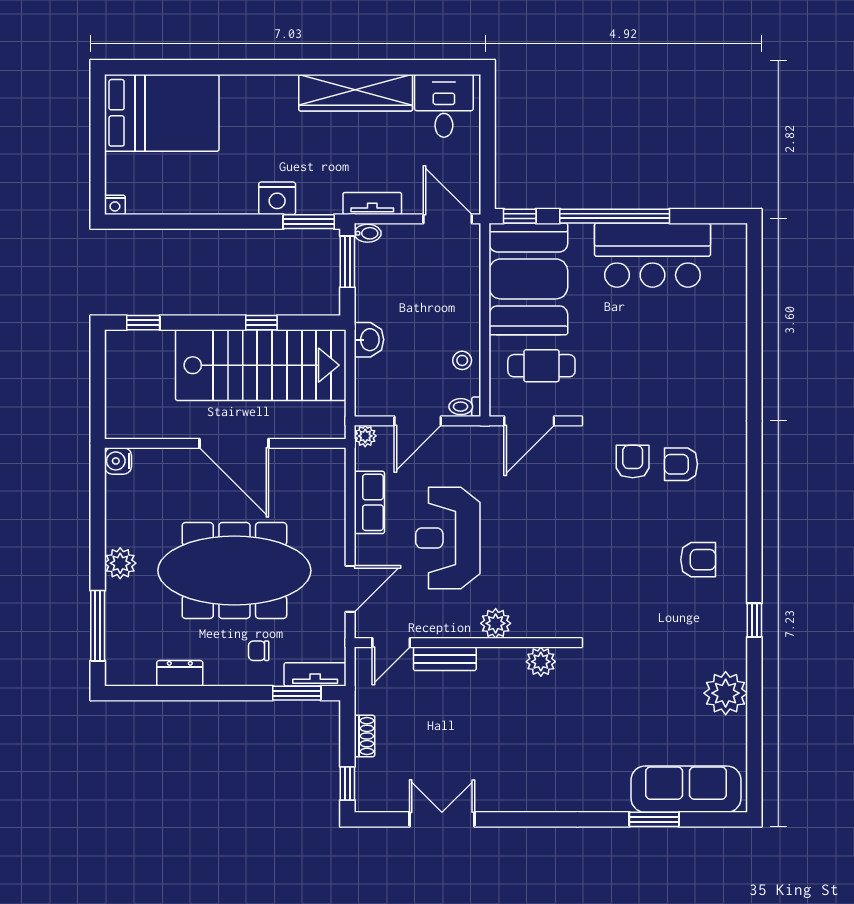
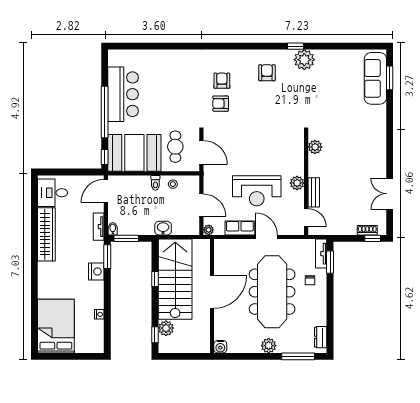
nightstand: (115, 205) -> (99, 314), moved
plant: (157, 346) -> (166, 328), added
toilet: (465, 407) -> (155, 183), moved
armchair: (681, 464) -> (222, 81), turned 180
door: (350, 589) -> (267, 237), moved
plant: (496, 623) -> (297, 183), moved
dresser: (180, 673) -> (321, 337), moved
plant: (726, 693) -> (304, 60), moved
shoe rack: (365, 736) -> (367, 230), moved
window: (654, 819) -> (390, 78), moved

